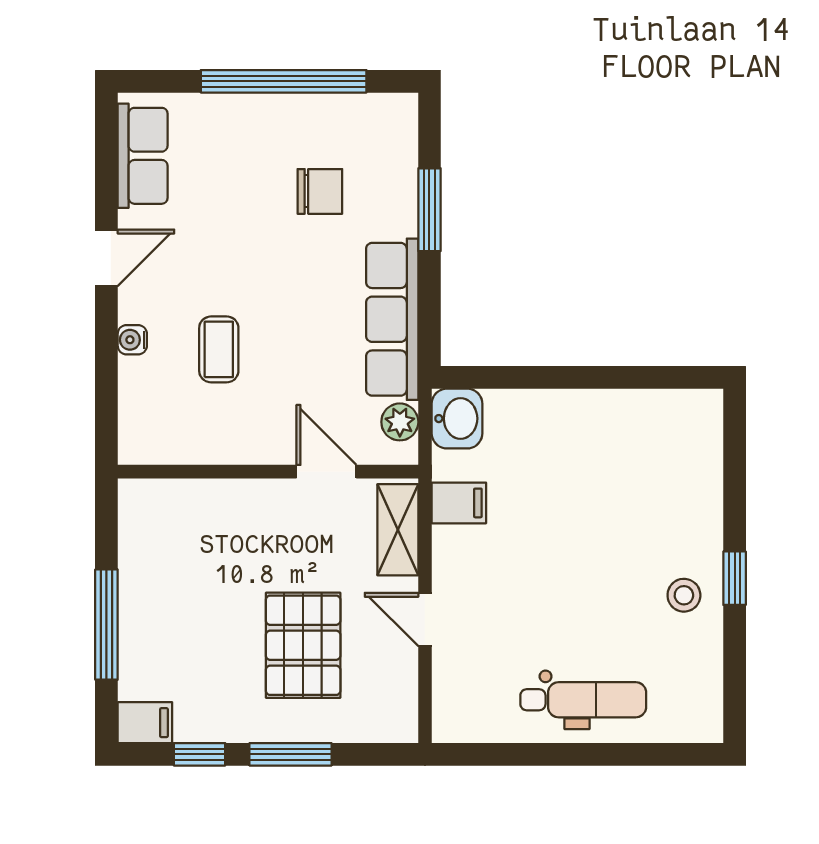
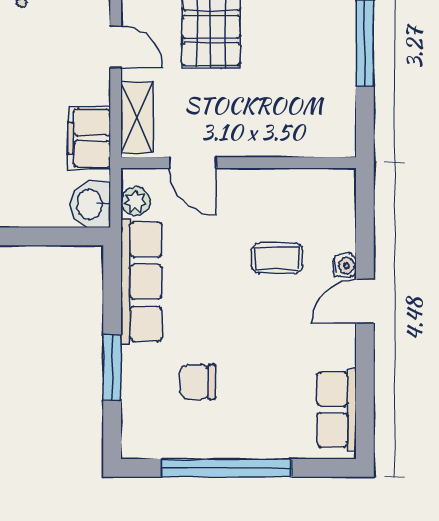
door: (106, 258) -> (365, 301), moved
coffee table: (219, 349) -> (277, 258), turned 90
filing cabinet: (459, 503) -> (89, 138), width x2.00

